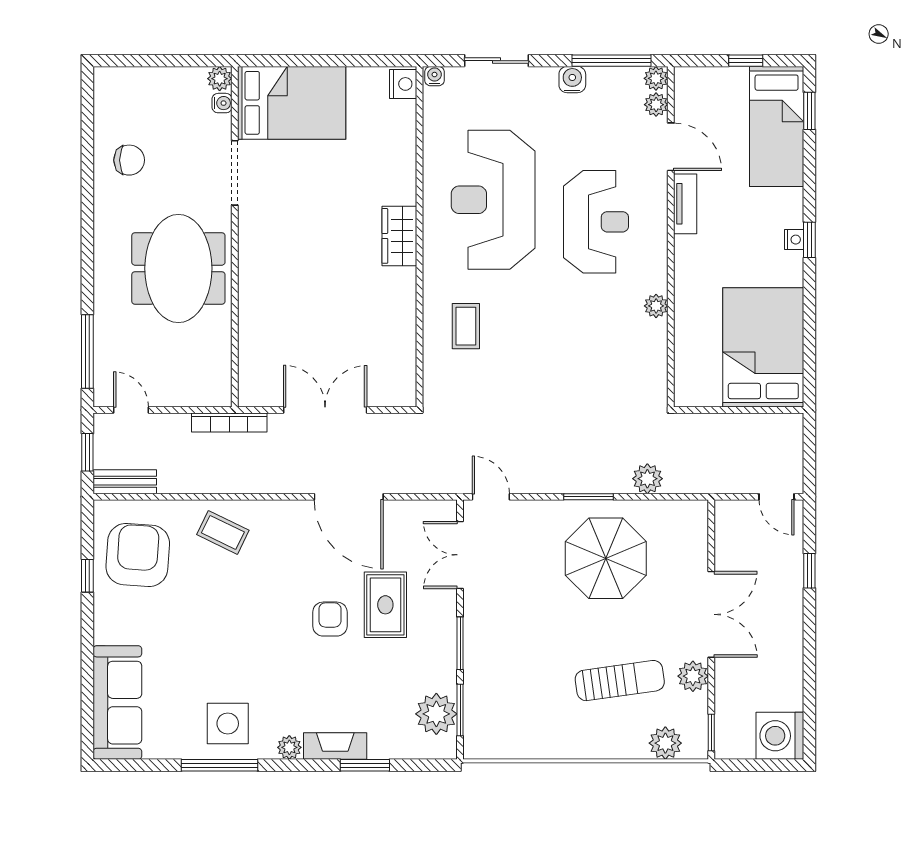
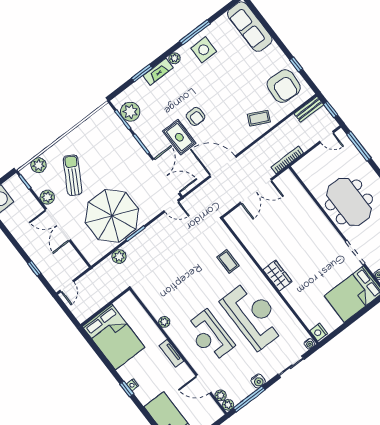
tv unit: (685, 204) -> (171, 353), moved
door: (777, 497) -> (67, 286), swing flipped
double door: (460, 555) -> (166, 176), width x1.37
parasol: (606, 558) -> (112, 216), width x1.36, depth x1.36
sun lounger: (620, 681) -> (73, 175), turned 128

